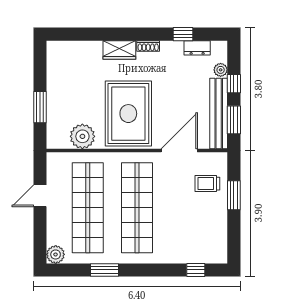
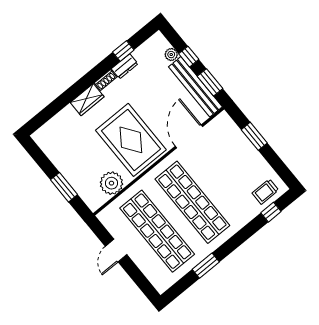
dresser: (197, 48) -> (125, 66), moved
trolley: (207, 184) -> (265, 192), moved
plant: (56, 254) -> (162, 283), removed

